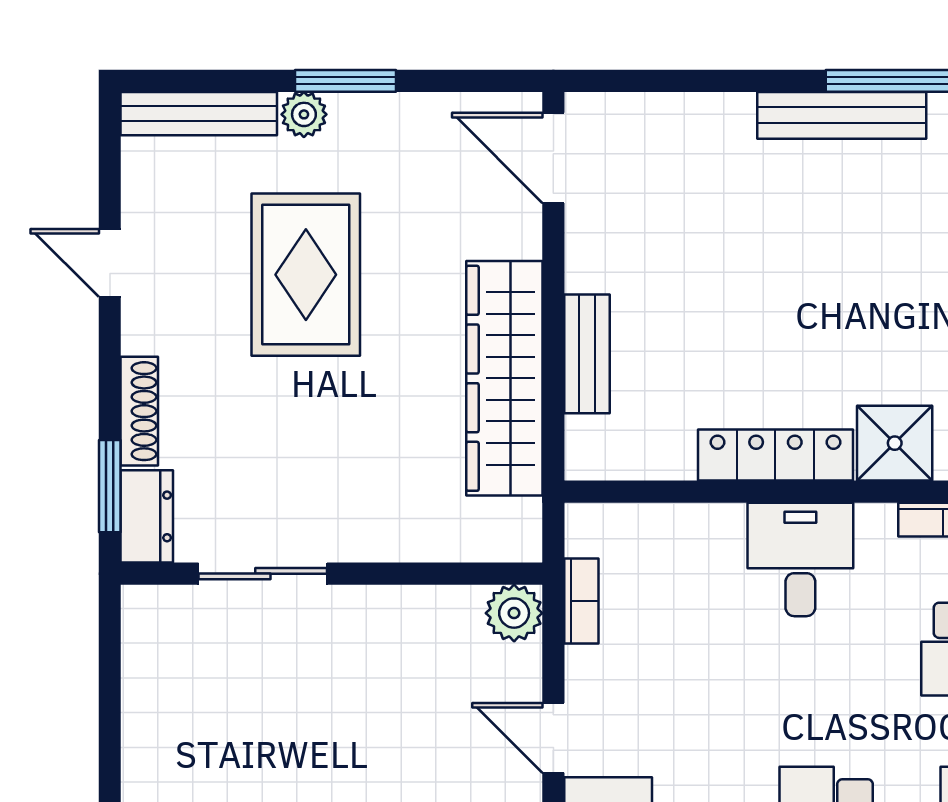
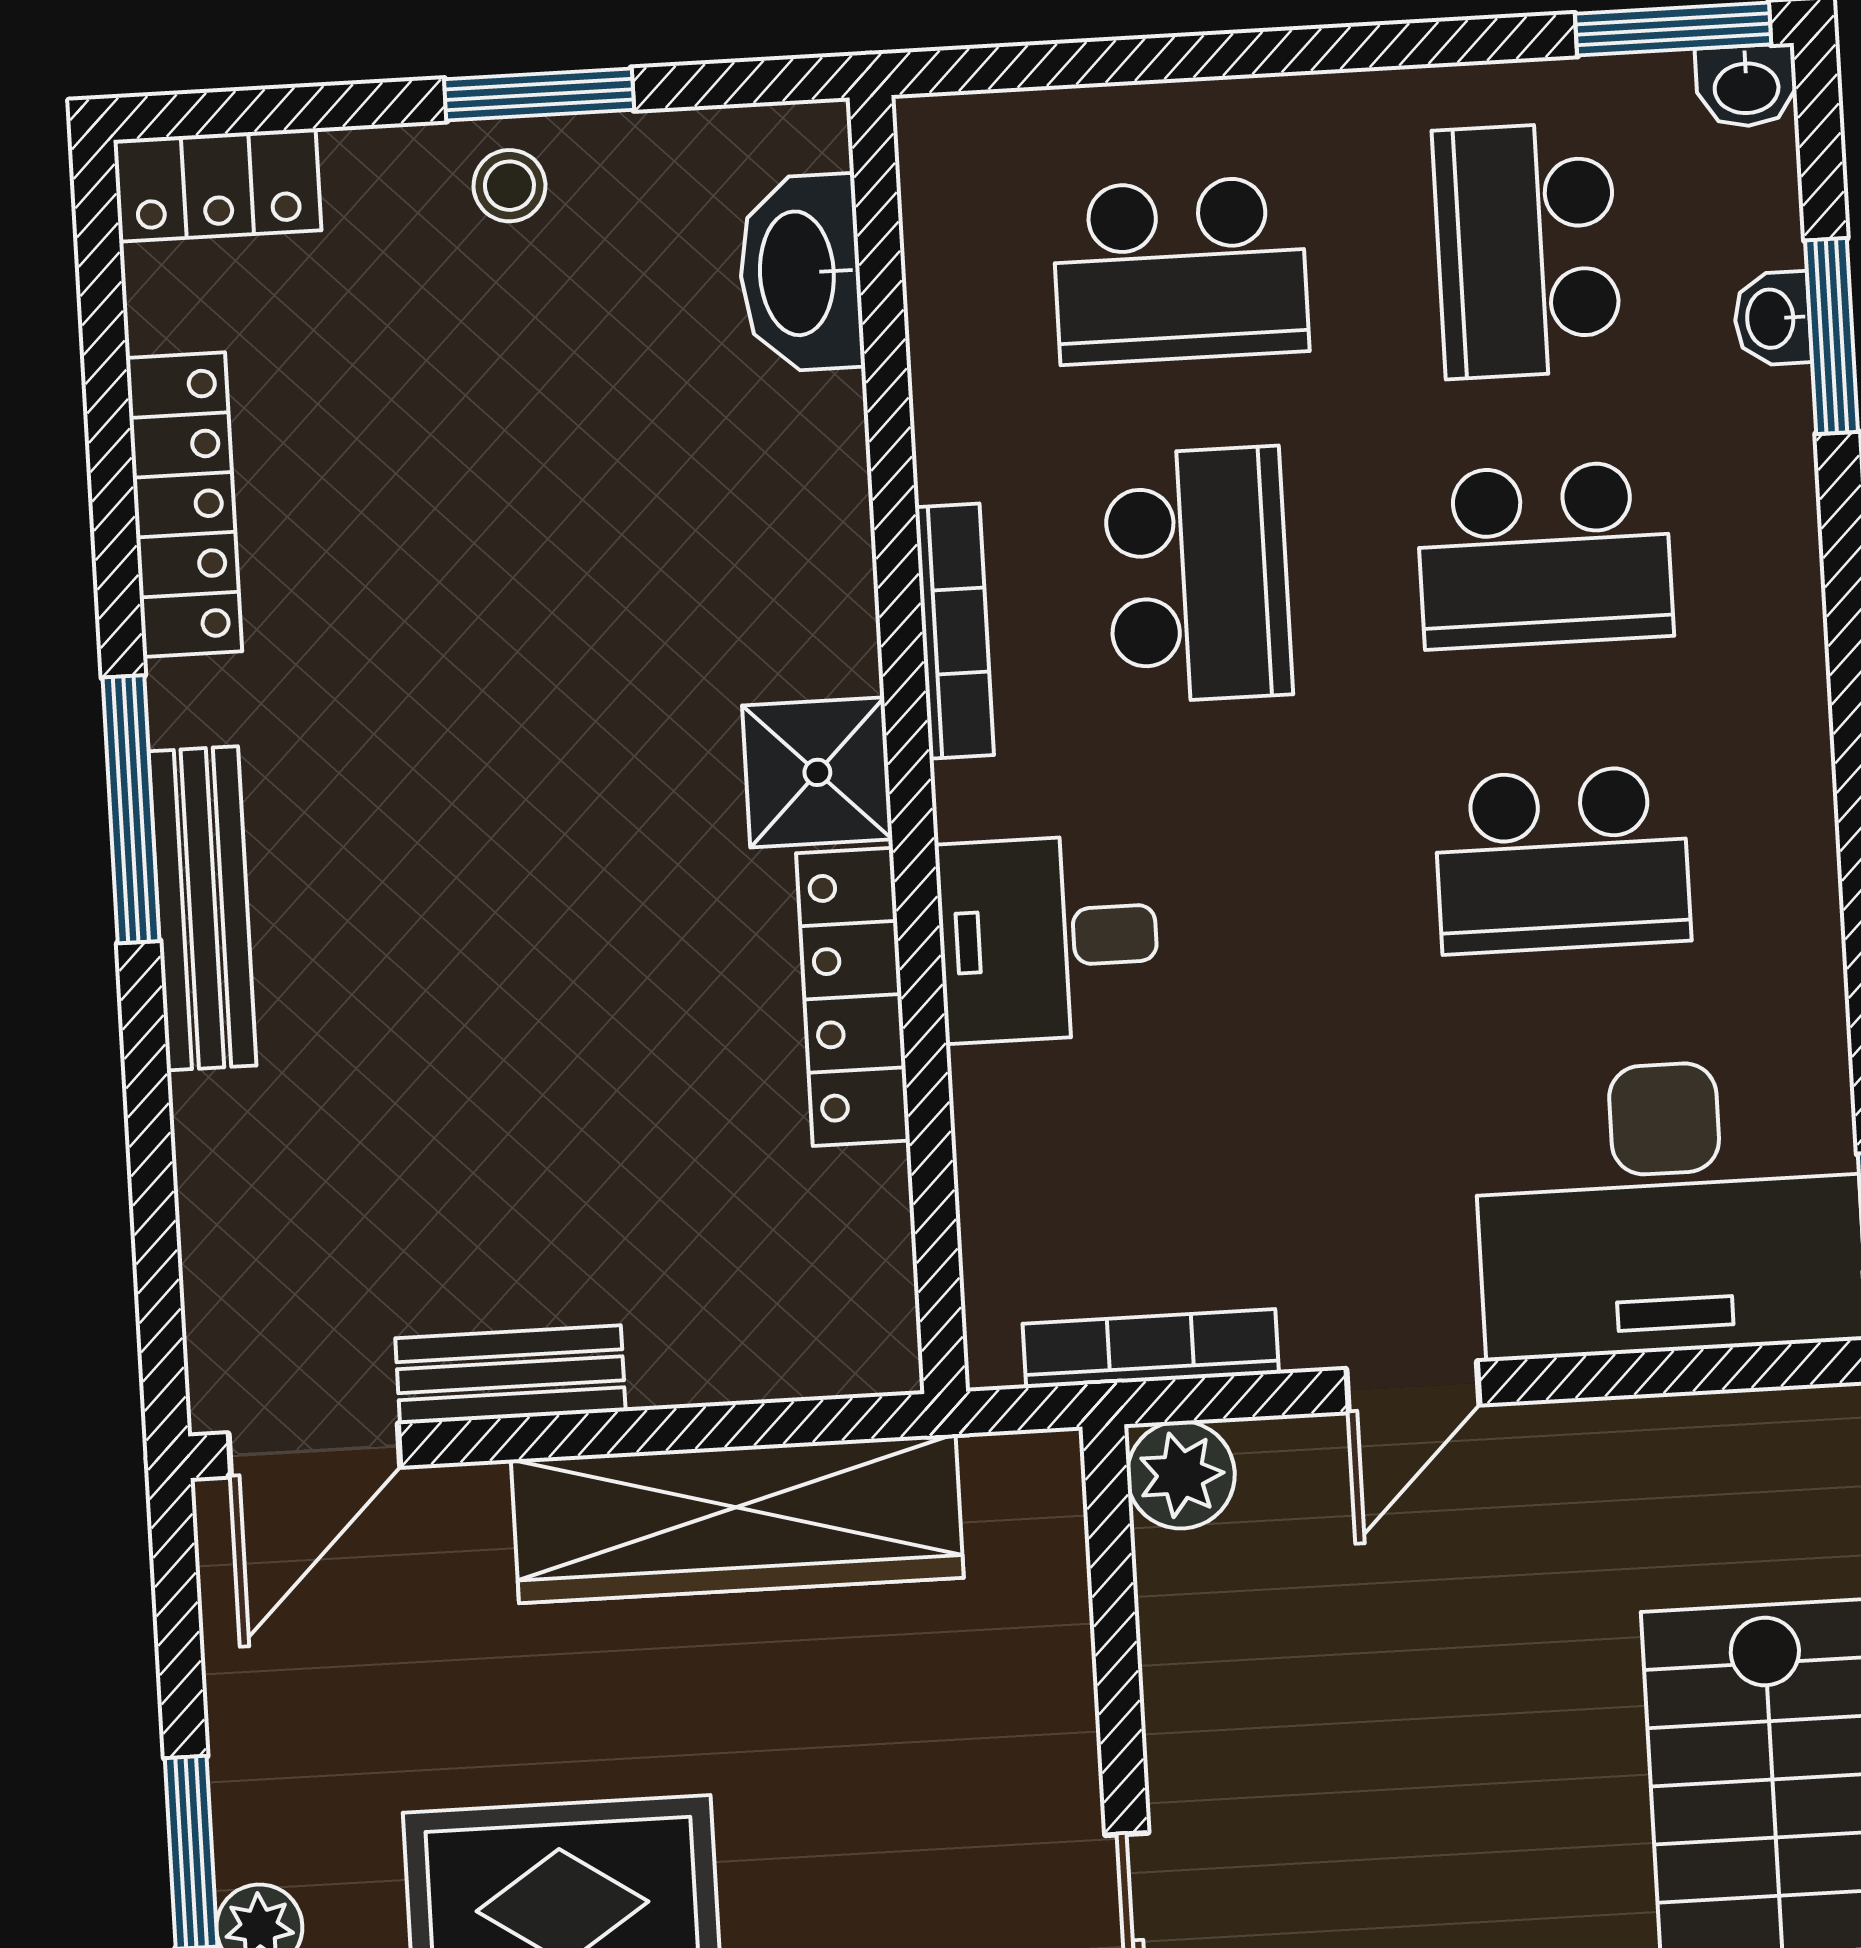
bench: (587, 354) -> (510, 1375), moved
bookcase: (581, 601) -> (1151, 1349), width x1.56

